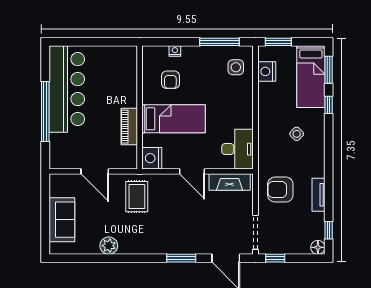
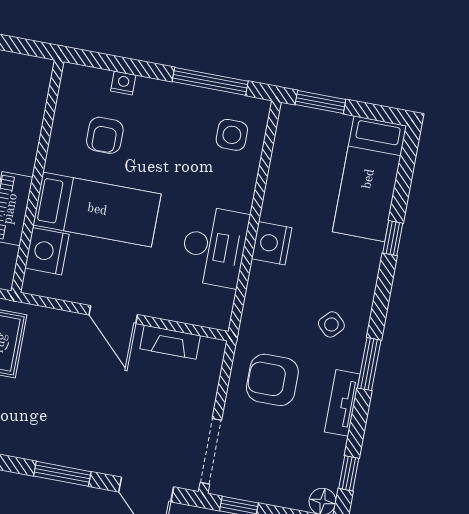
window: (329, 70) -> (369, 364), moved
nightstand: (267, 71) -> (272, 243), moved
side table: (297, 134) -> (331, 324), moved
desk: (238, 149) -> (214, 247), moved
nightstand: (152, 158) -> (47, 251), moved
fireplace: (230, 182) -> (170, 342), width x0.73, depth x0.76

